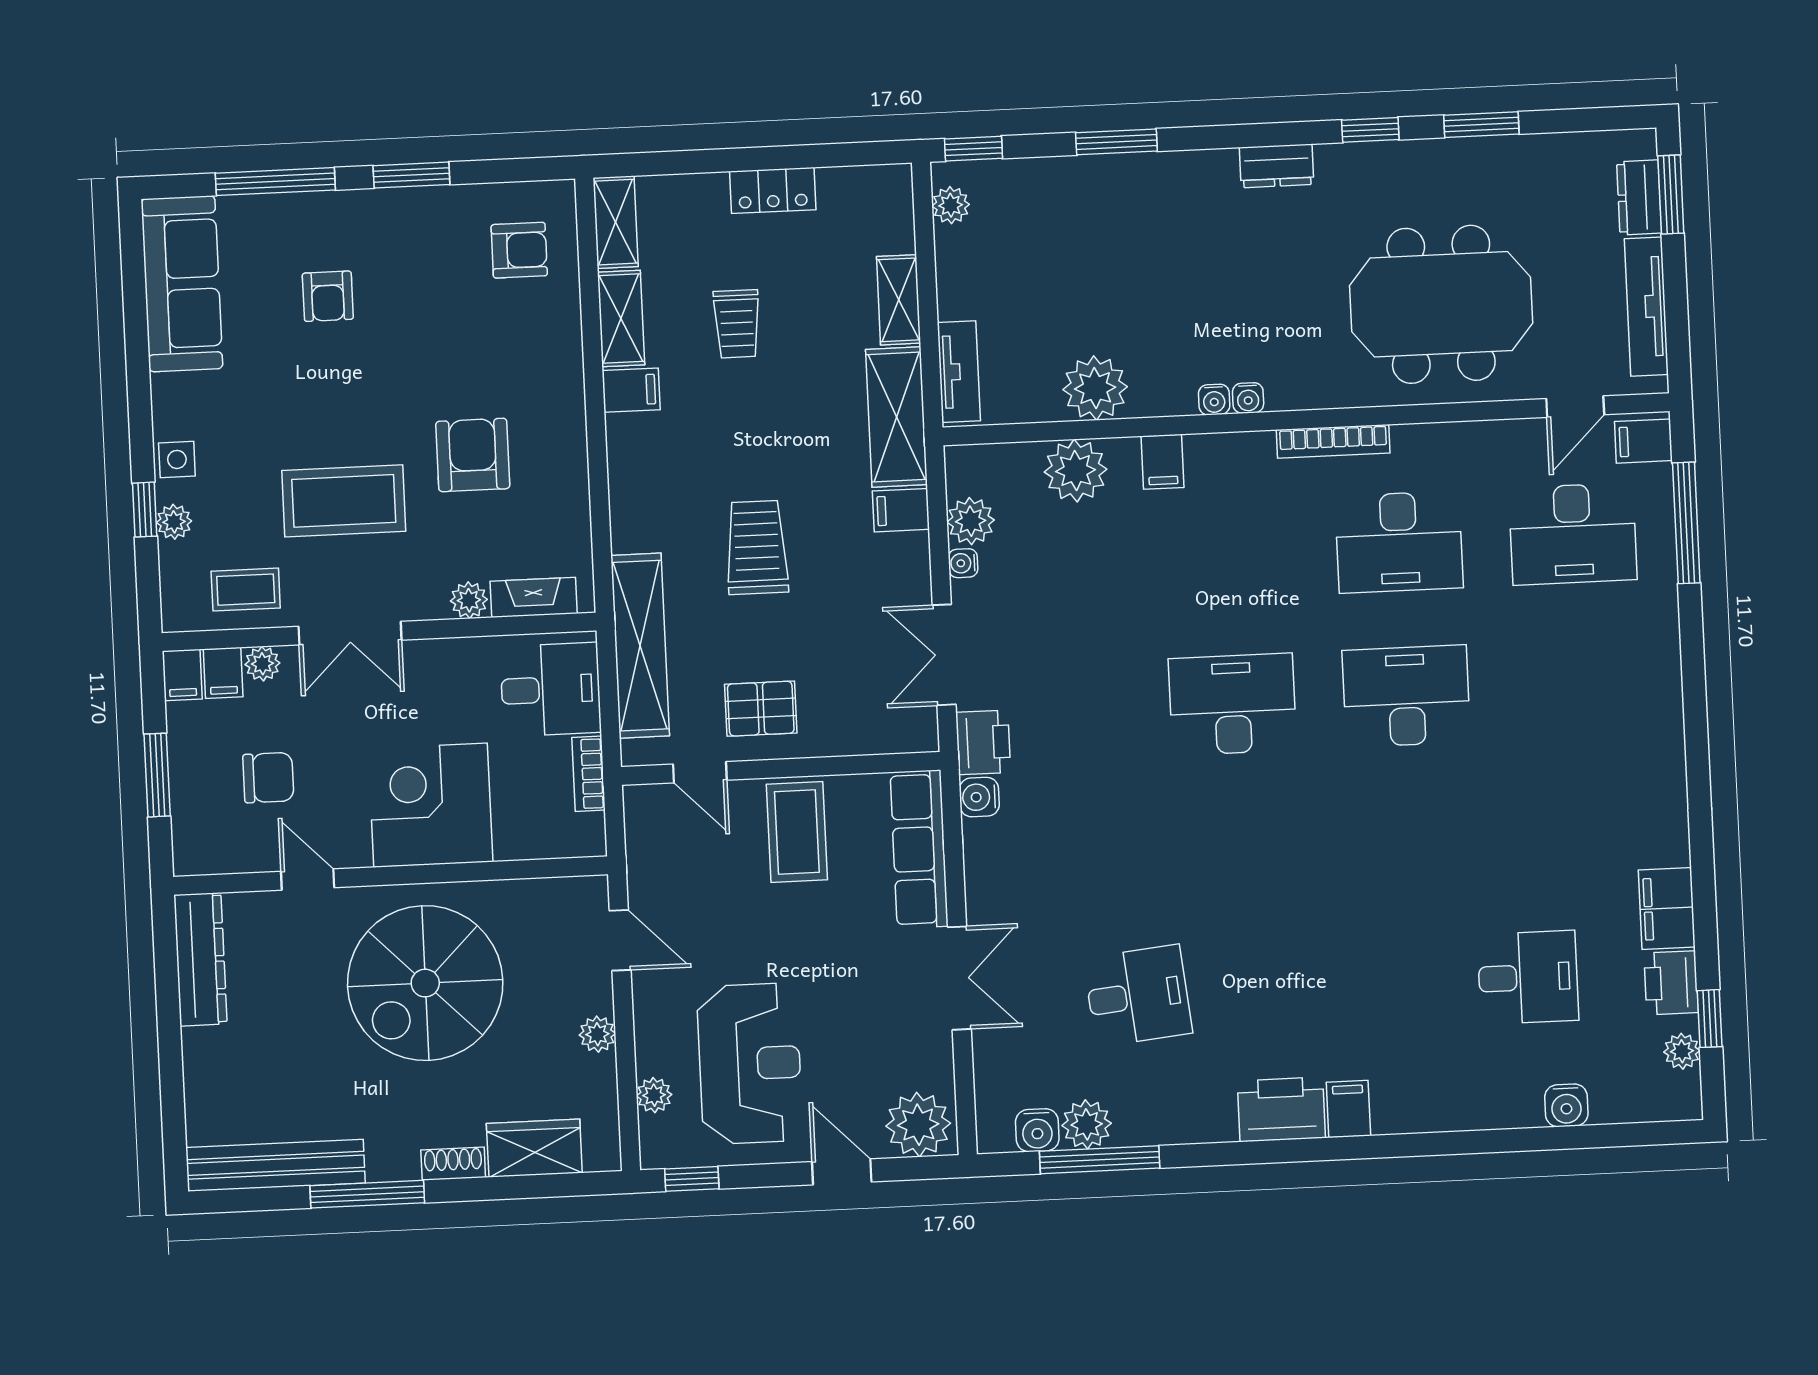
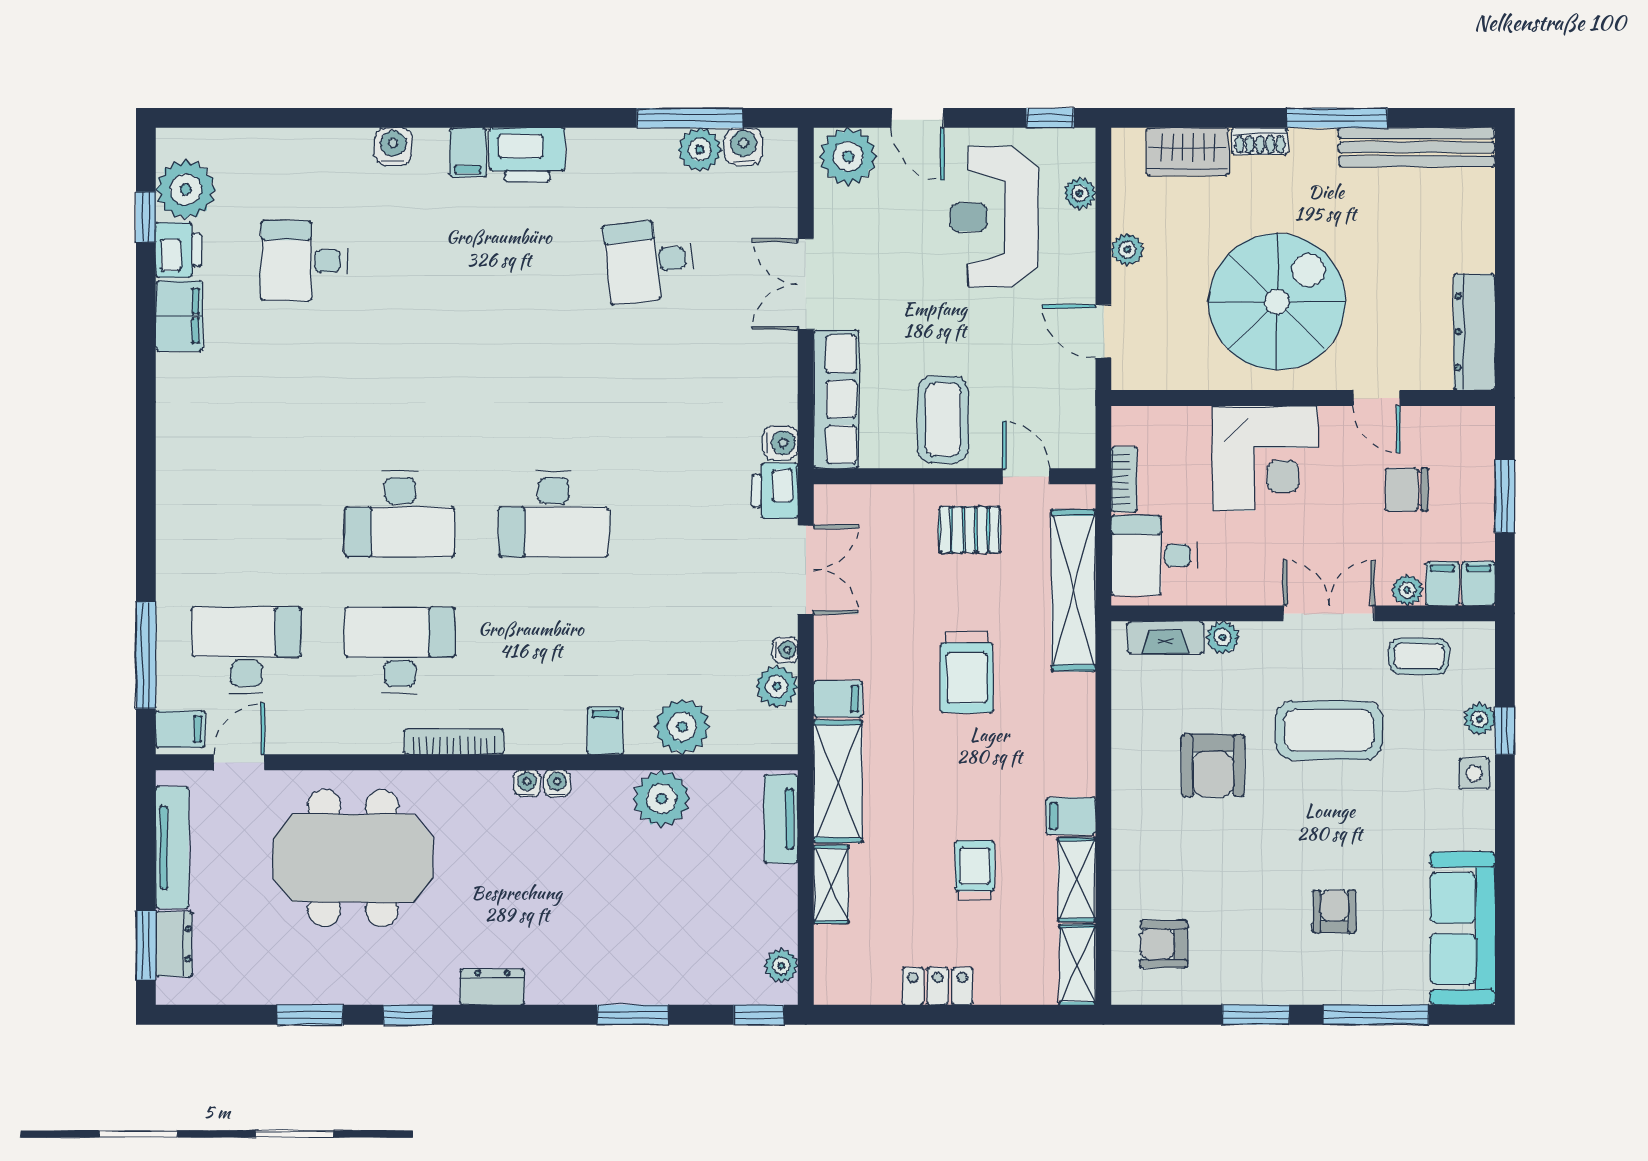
plant: (1682, 1051) -> (186, 189), width x1.87, depth x1.87
water cooler: (1566, 1105) -> (393, 146), moved

